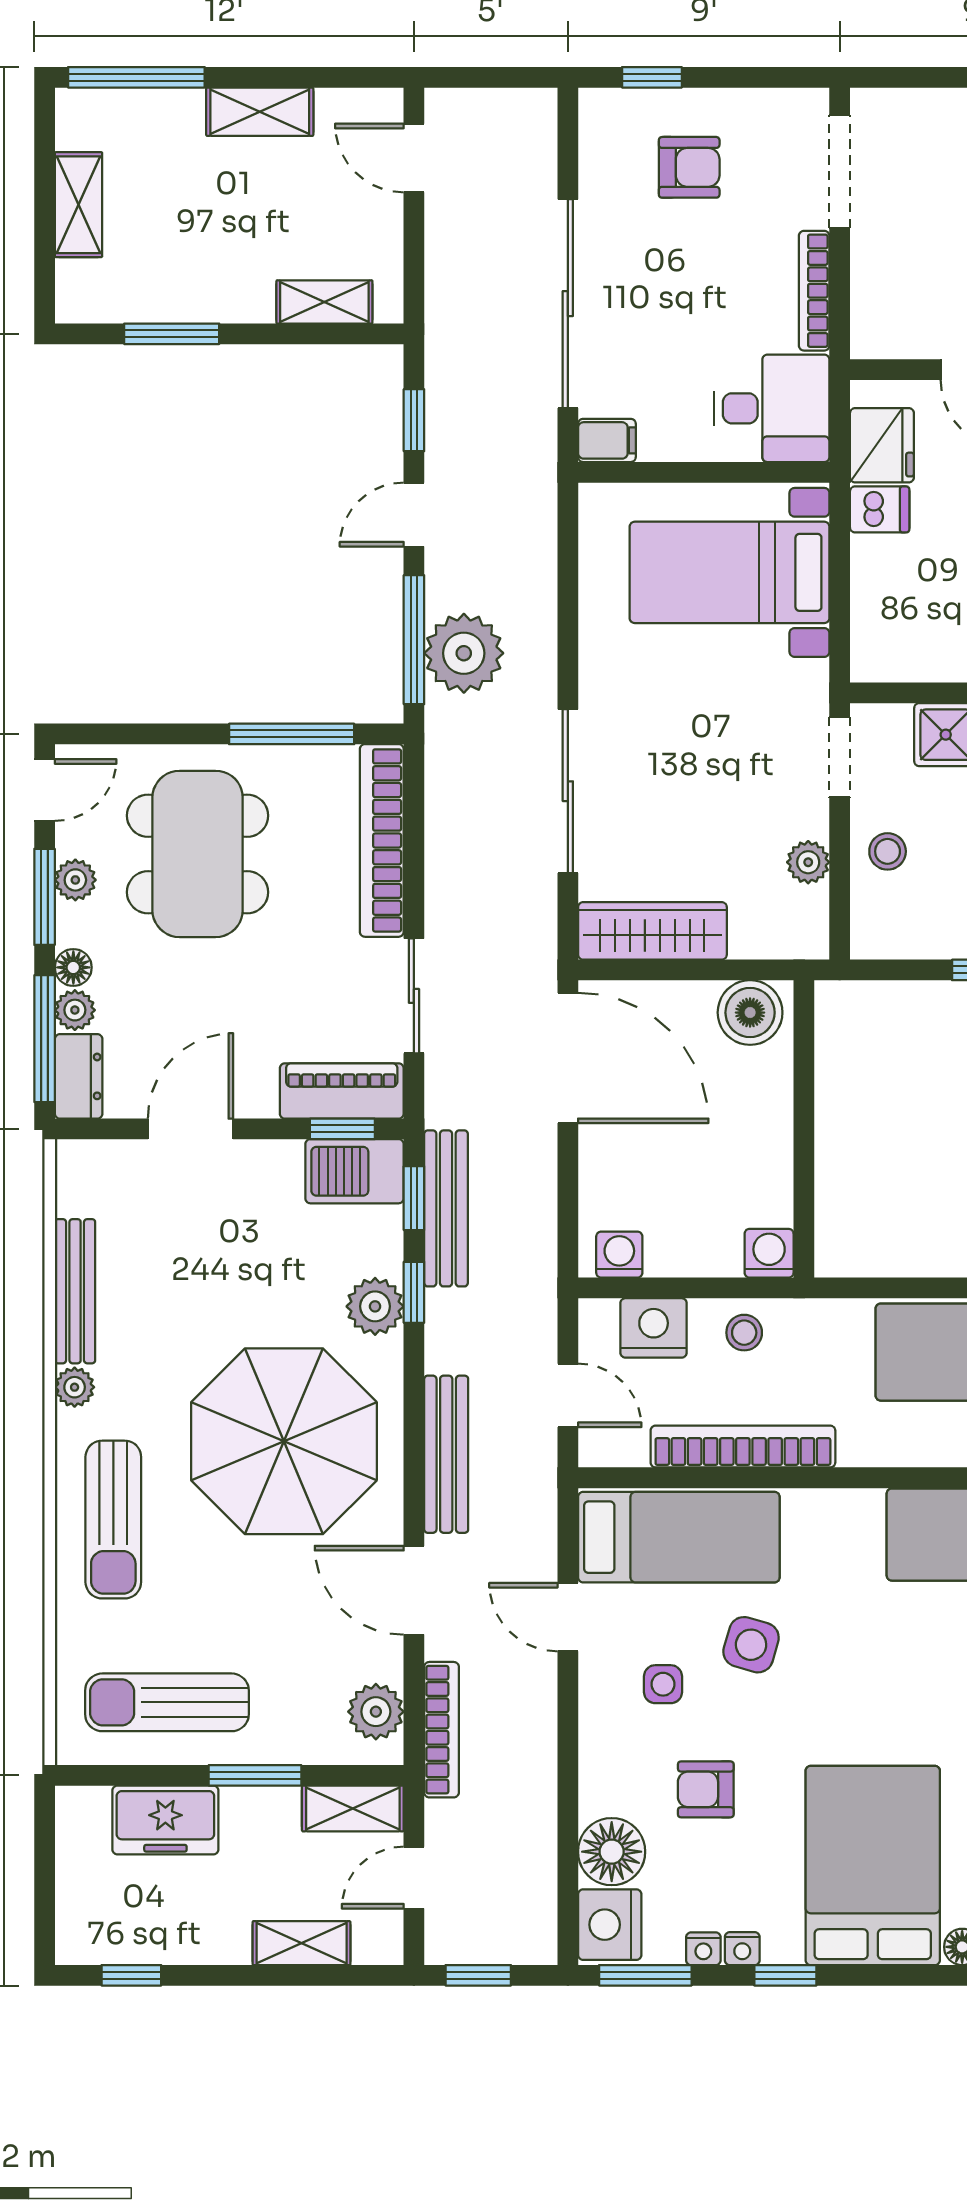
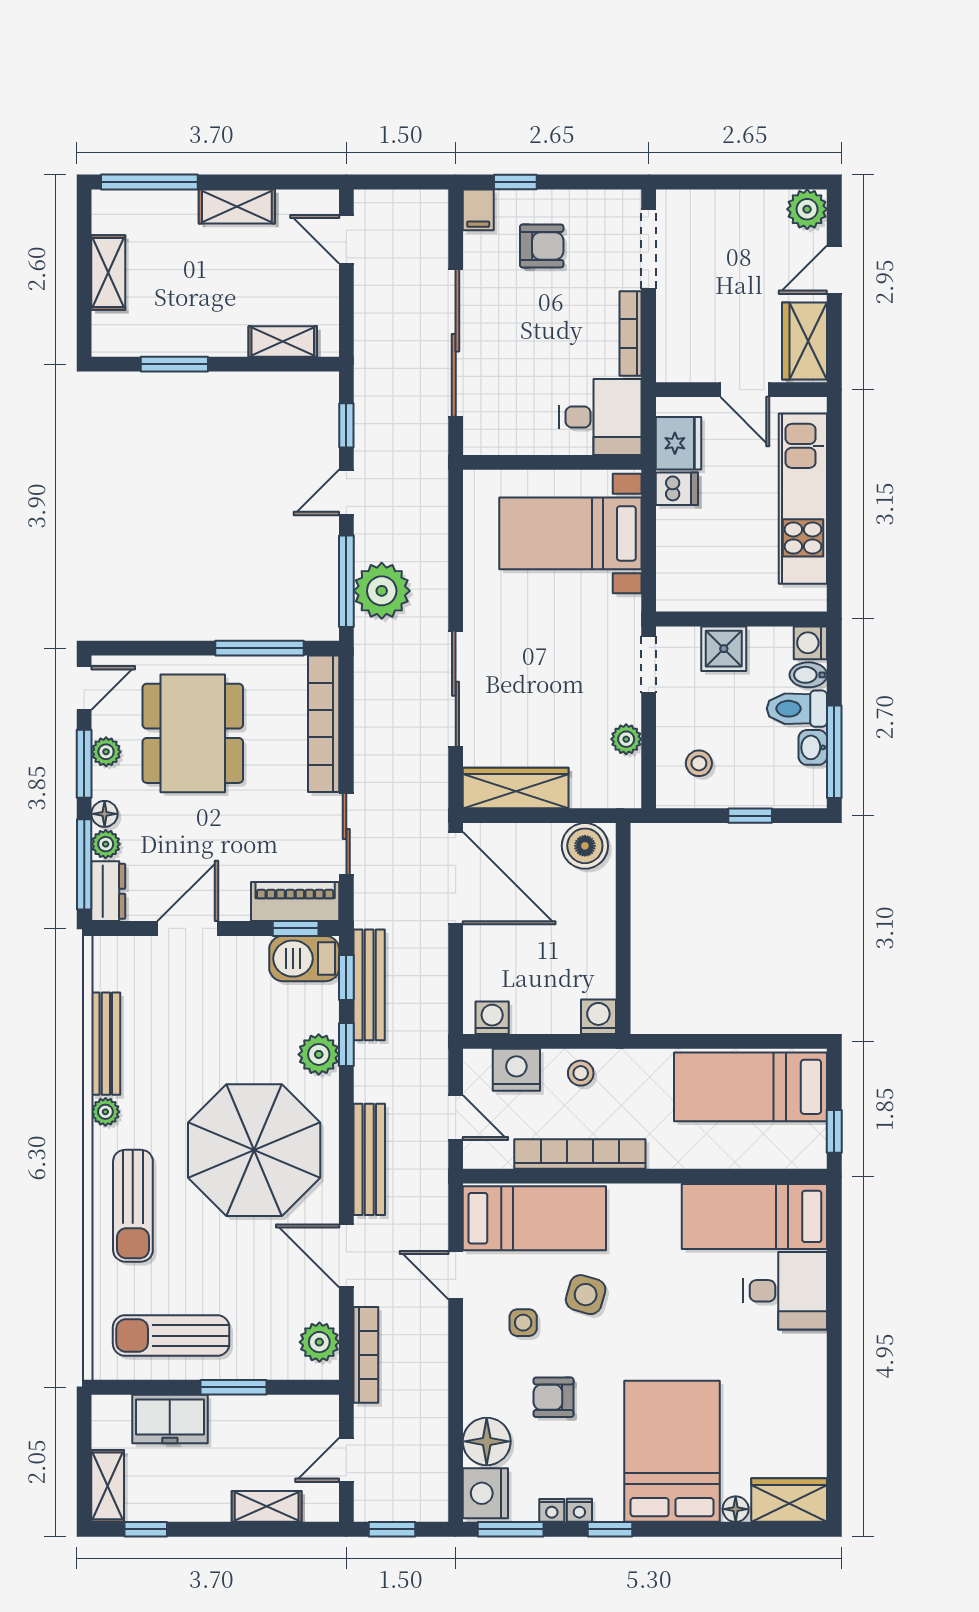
filing cabinet: (607, 440) -> (478, 210), moved, turned 90
stool: (888, 851) -> (699, 763), moved
shelving: (353, 1808) -> (108, 1486), moved, turned 90

